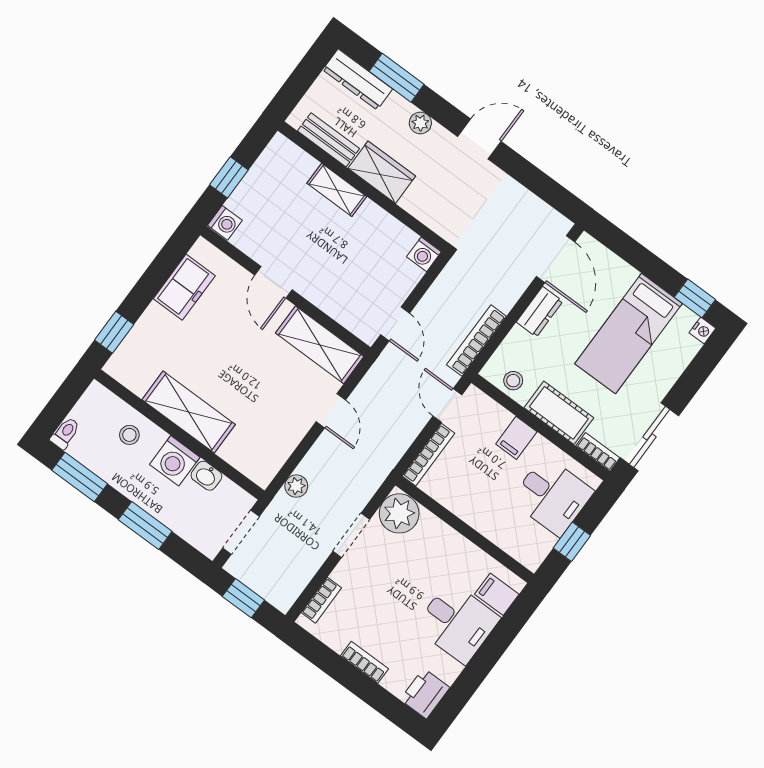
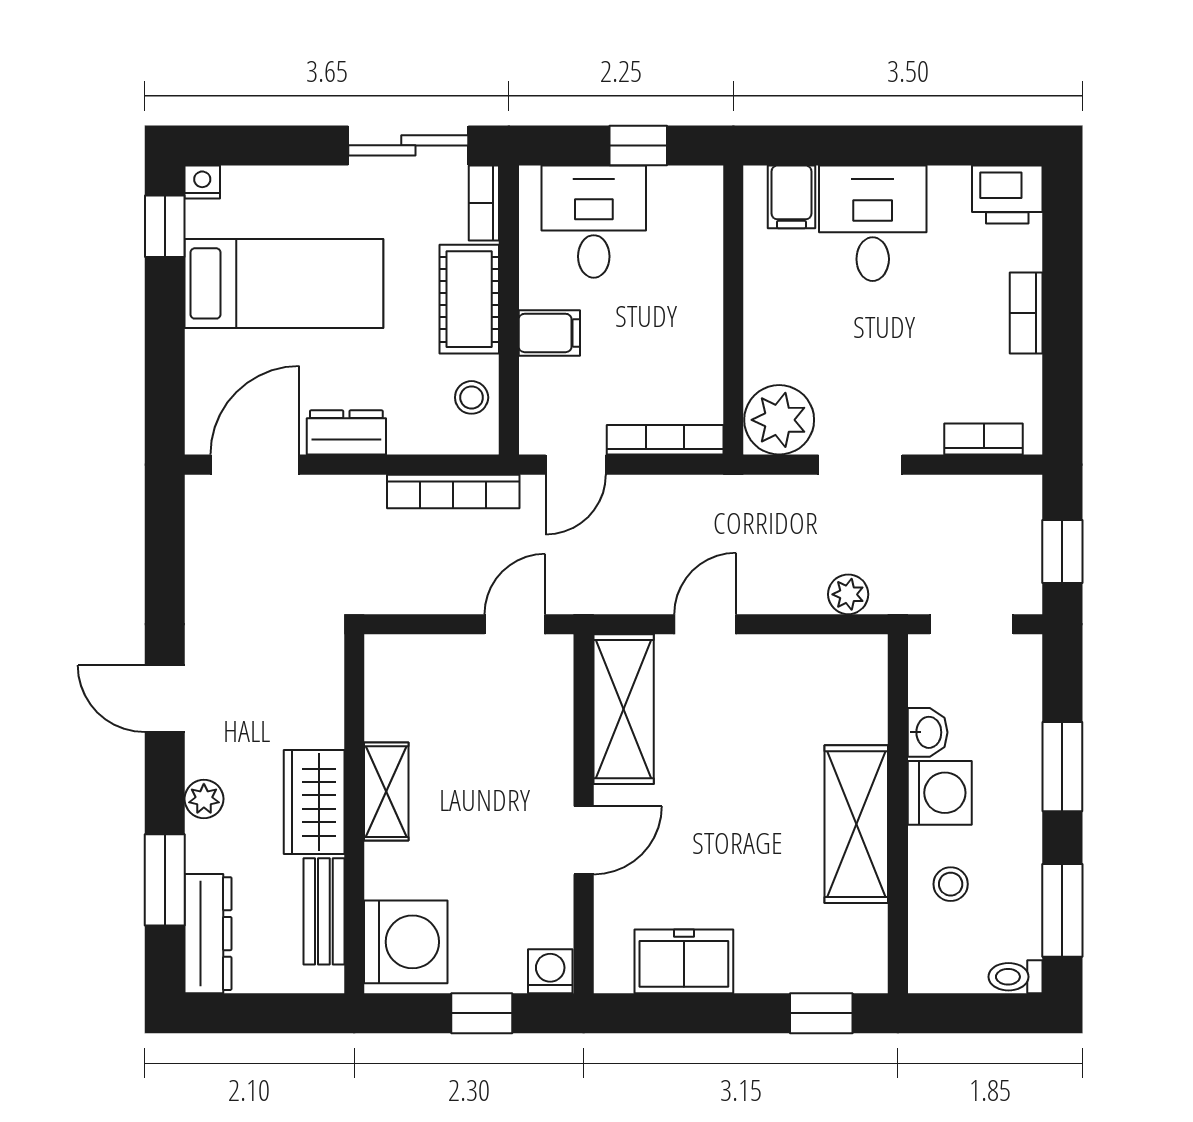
shelving: (337, 190) -> (386, 792), moved
washing machine: (424, 254) -> (406, 942), moved, width x1.89, depth x1.89

